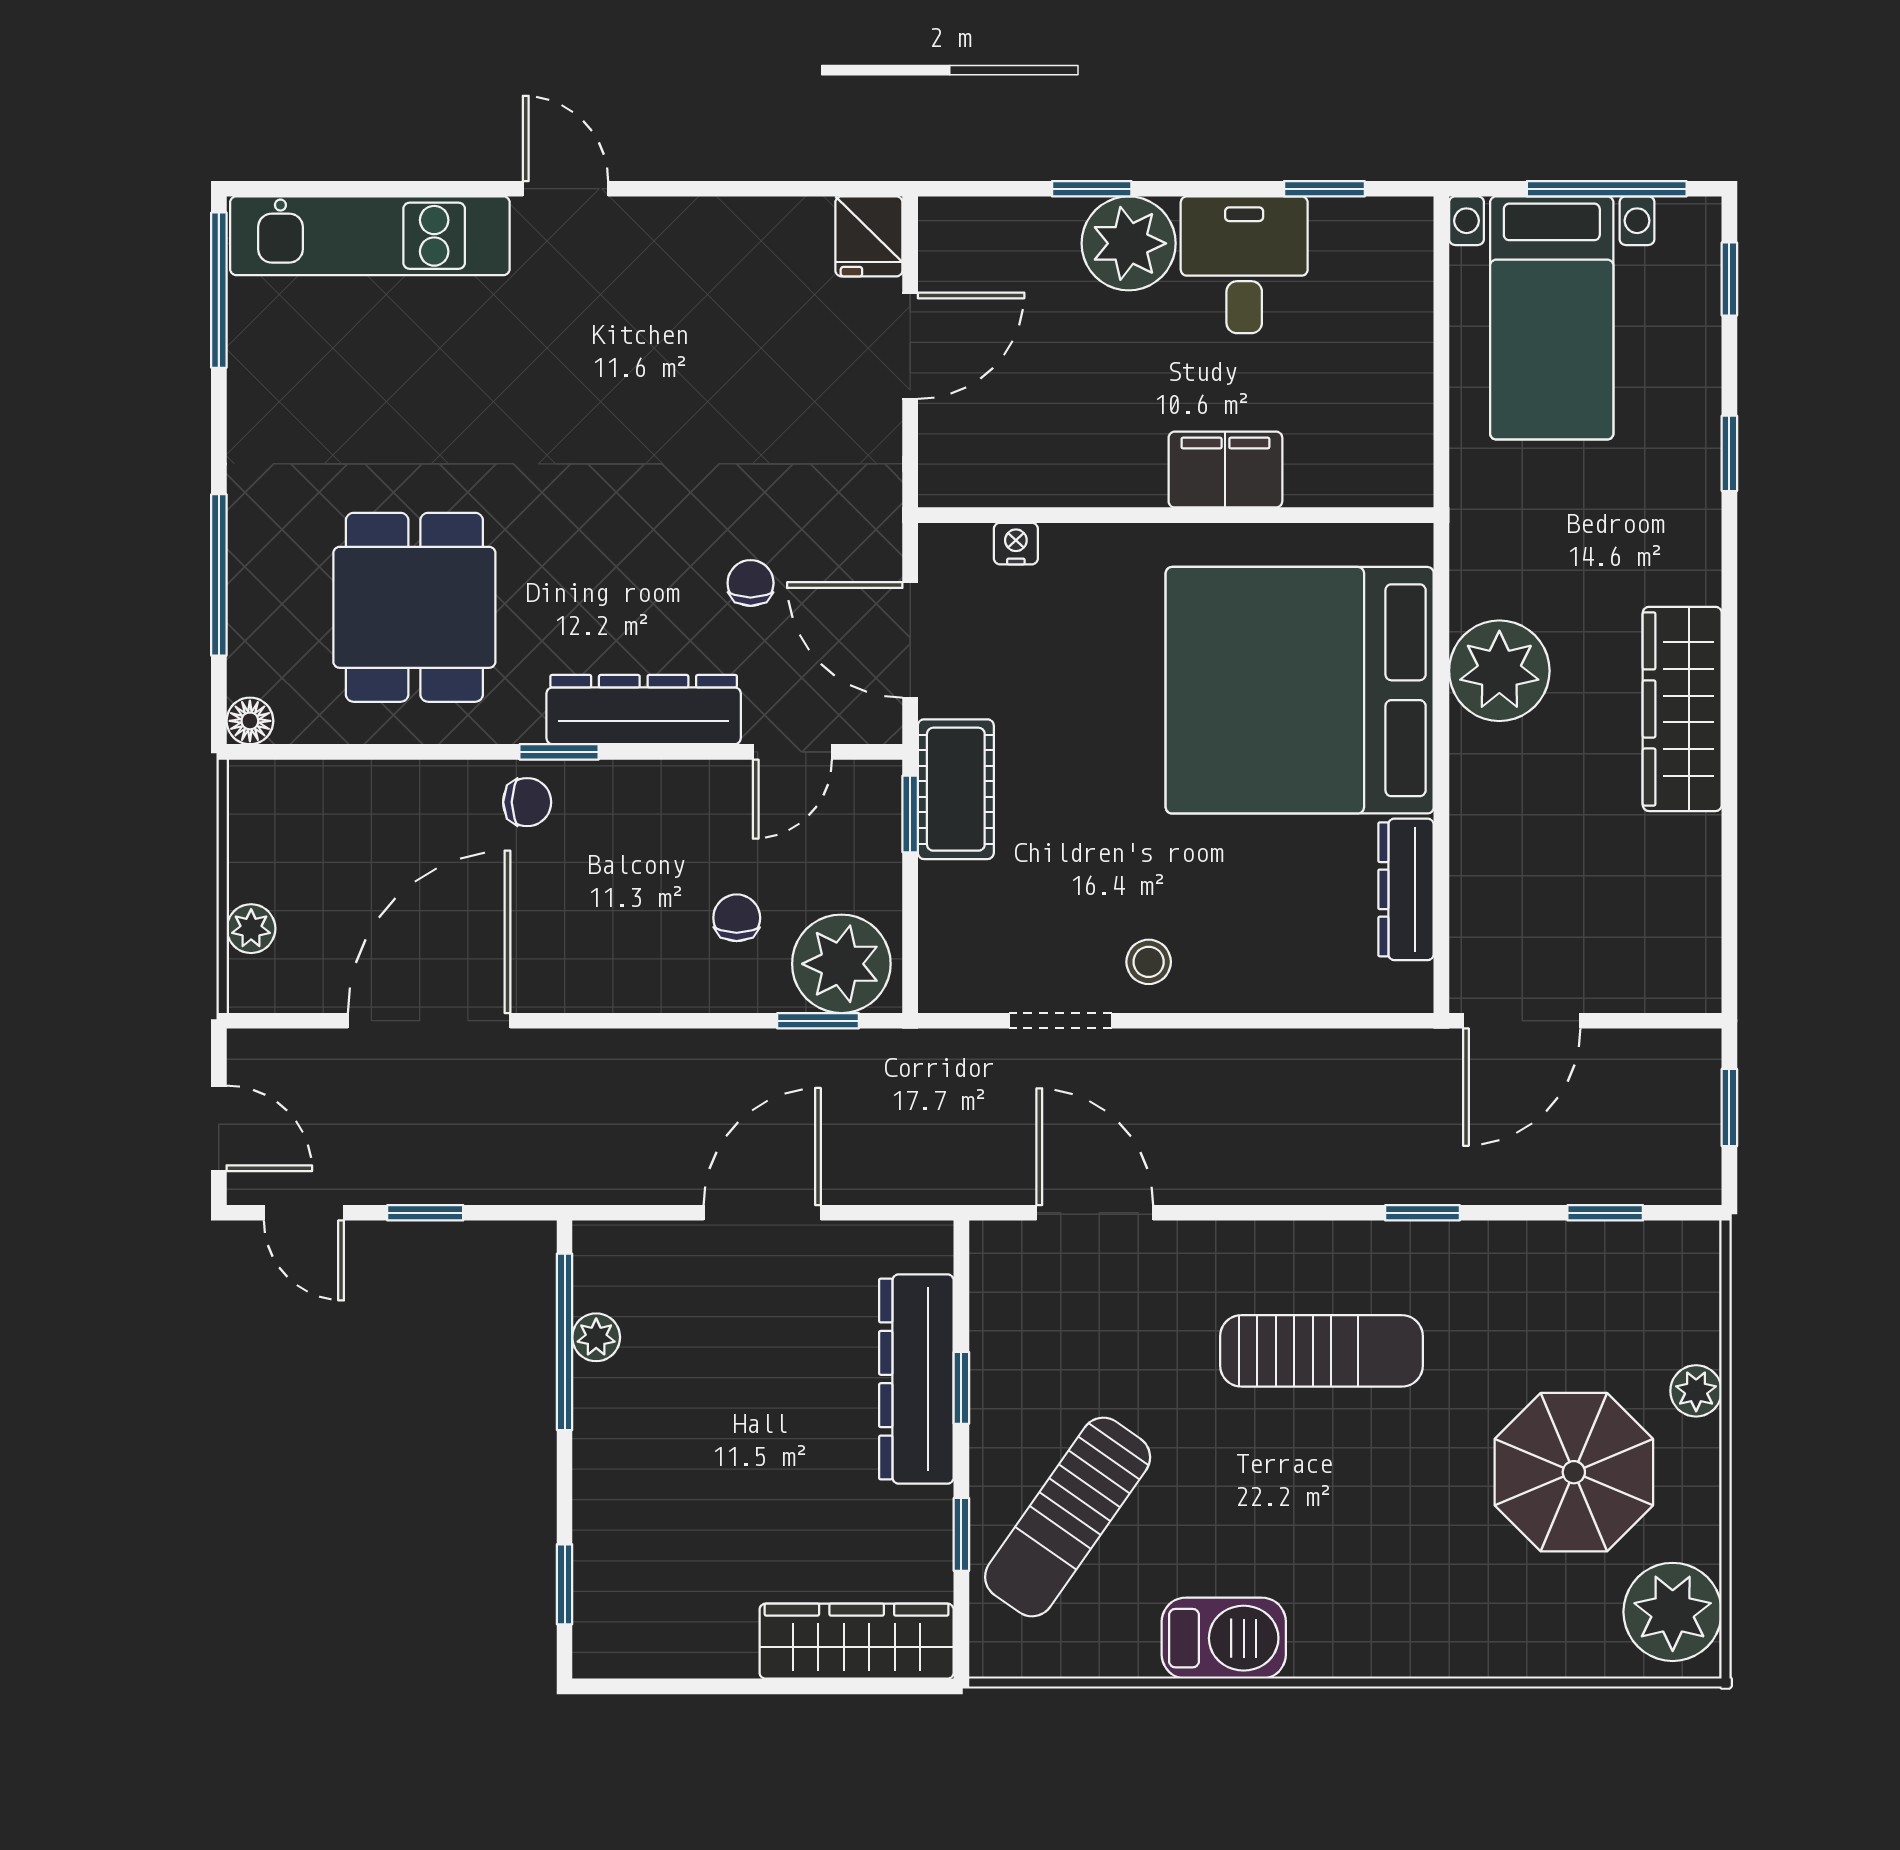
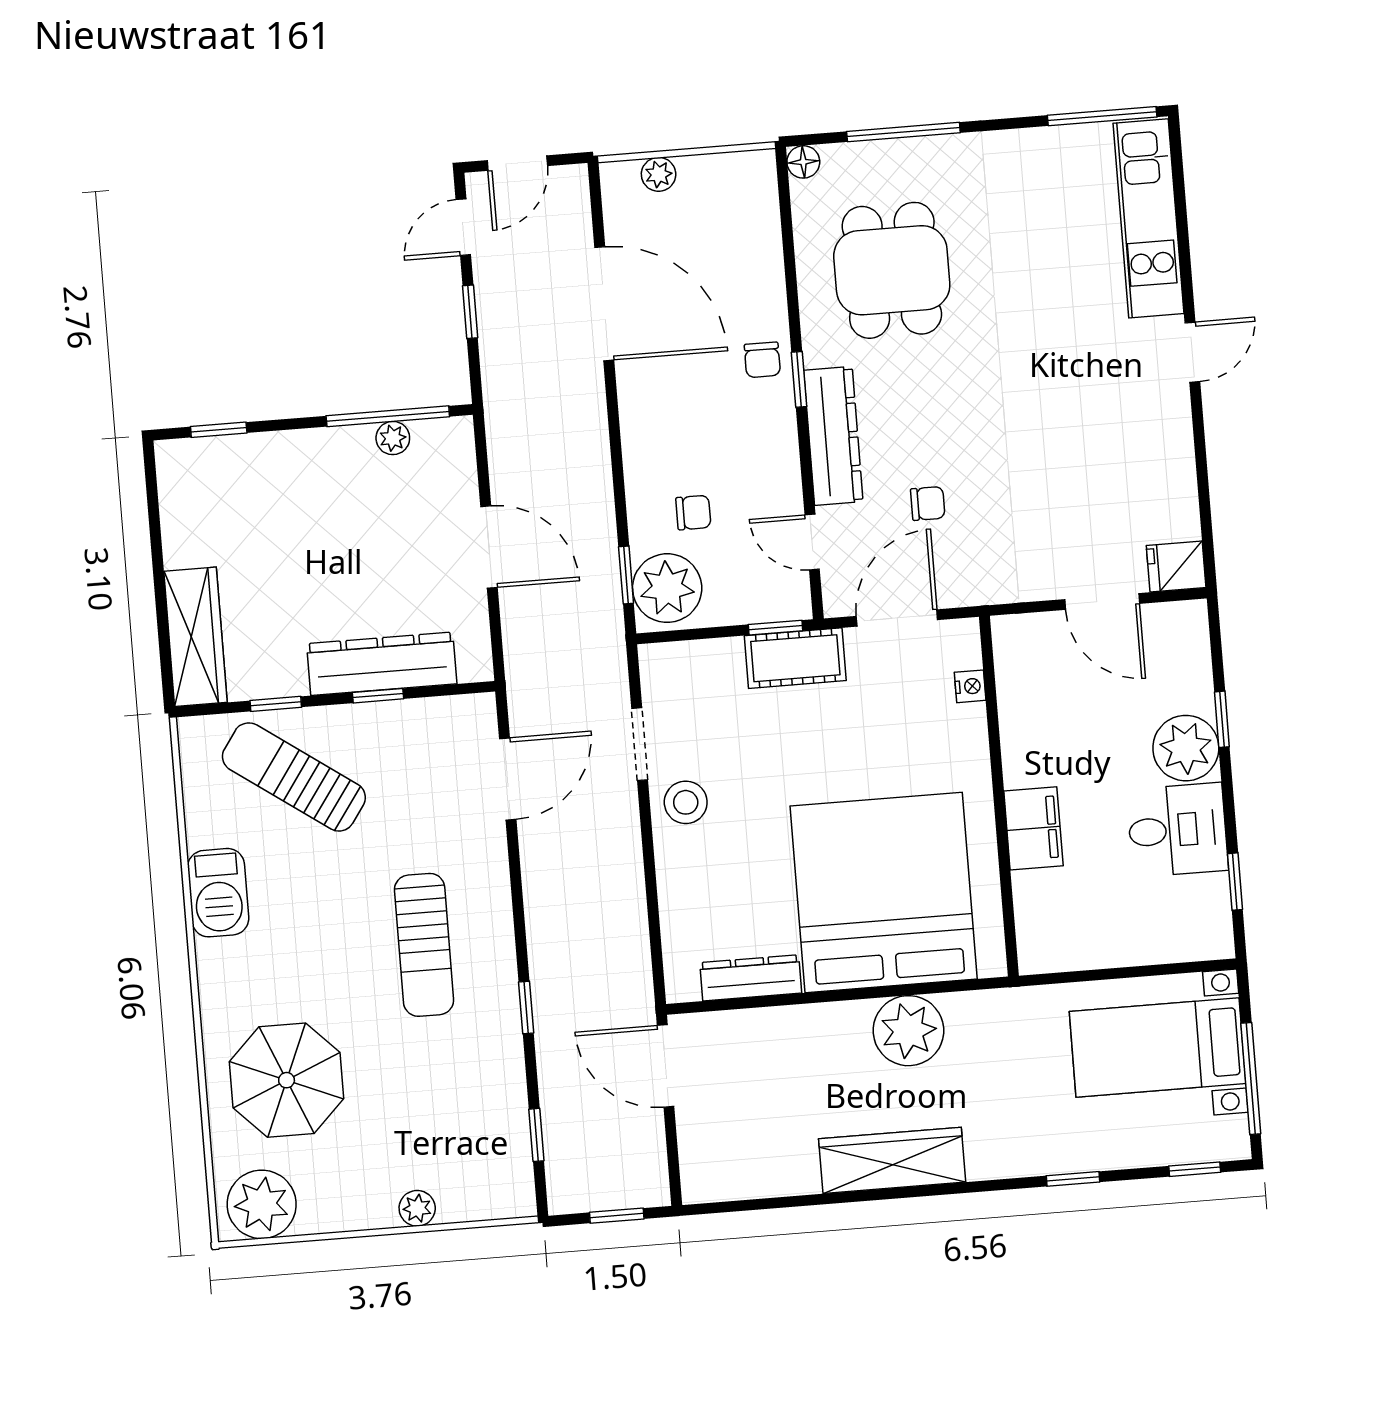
dining table: (414, 607) -> (892, 270), turned 90
stool: (1149, 962) -> (686, 802), width x1.37, depth x1.37
parasol: (1574, 1472) -> (287, 1080), moved

